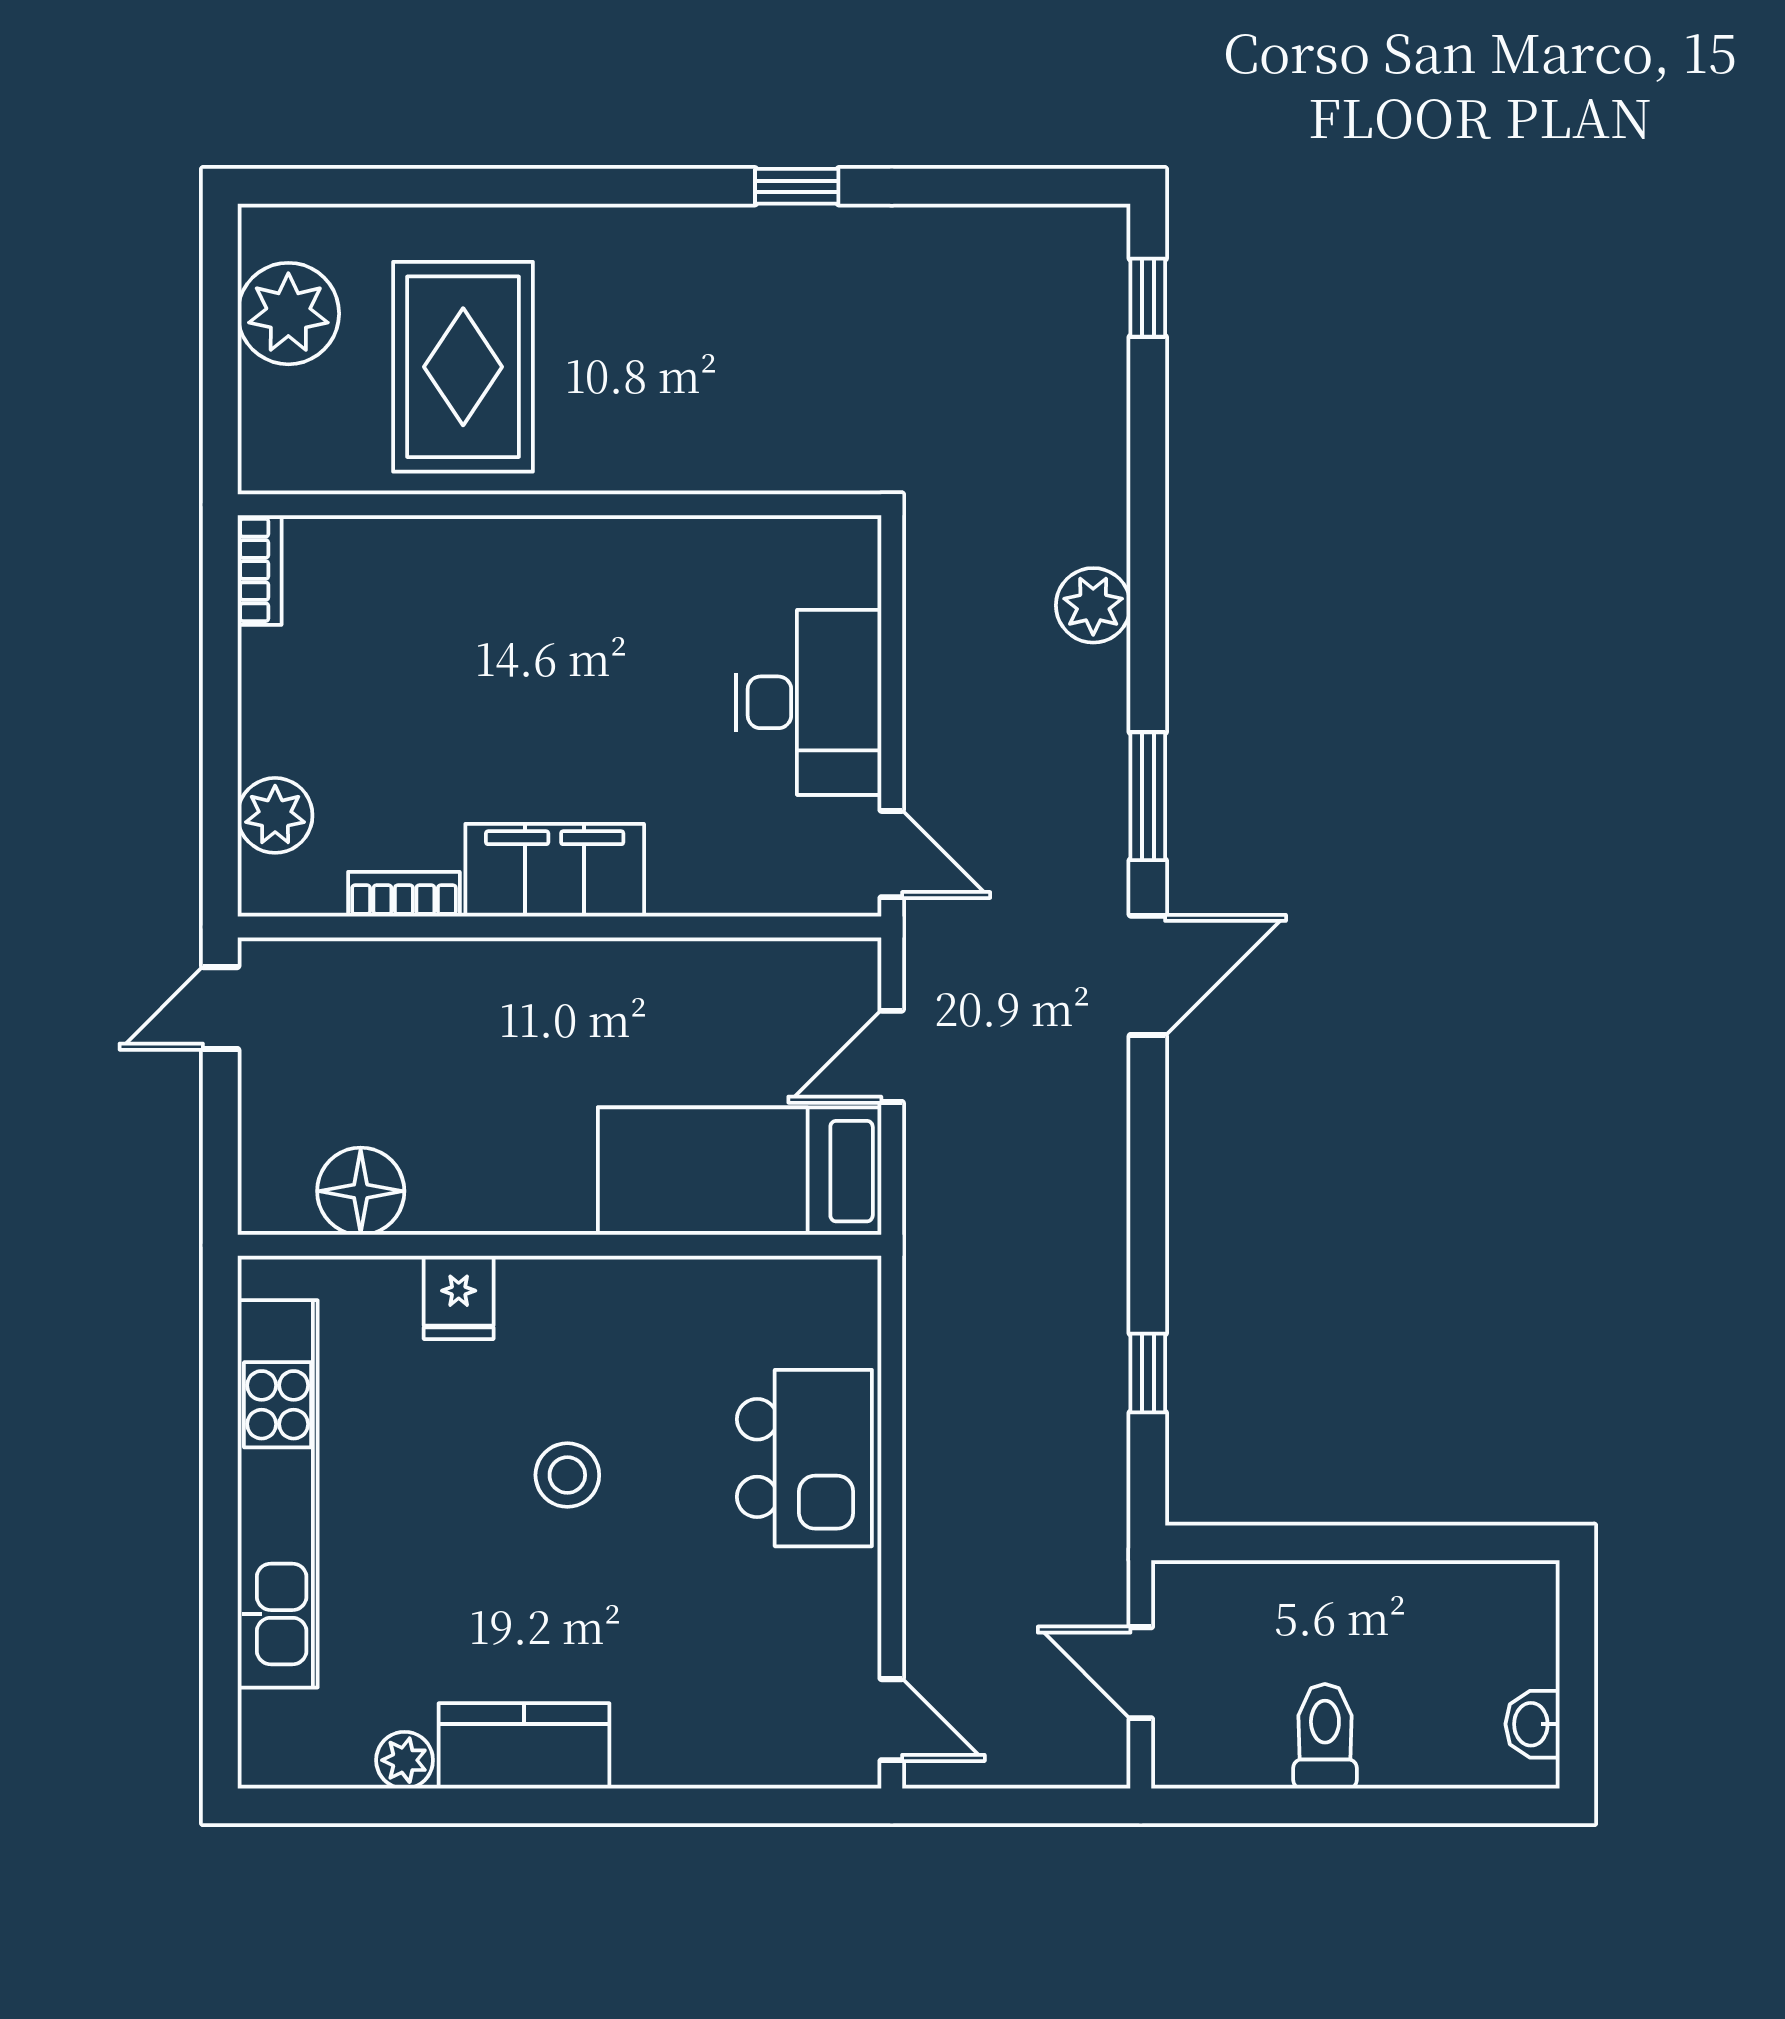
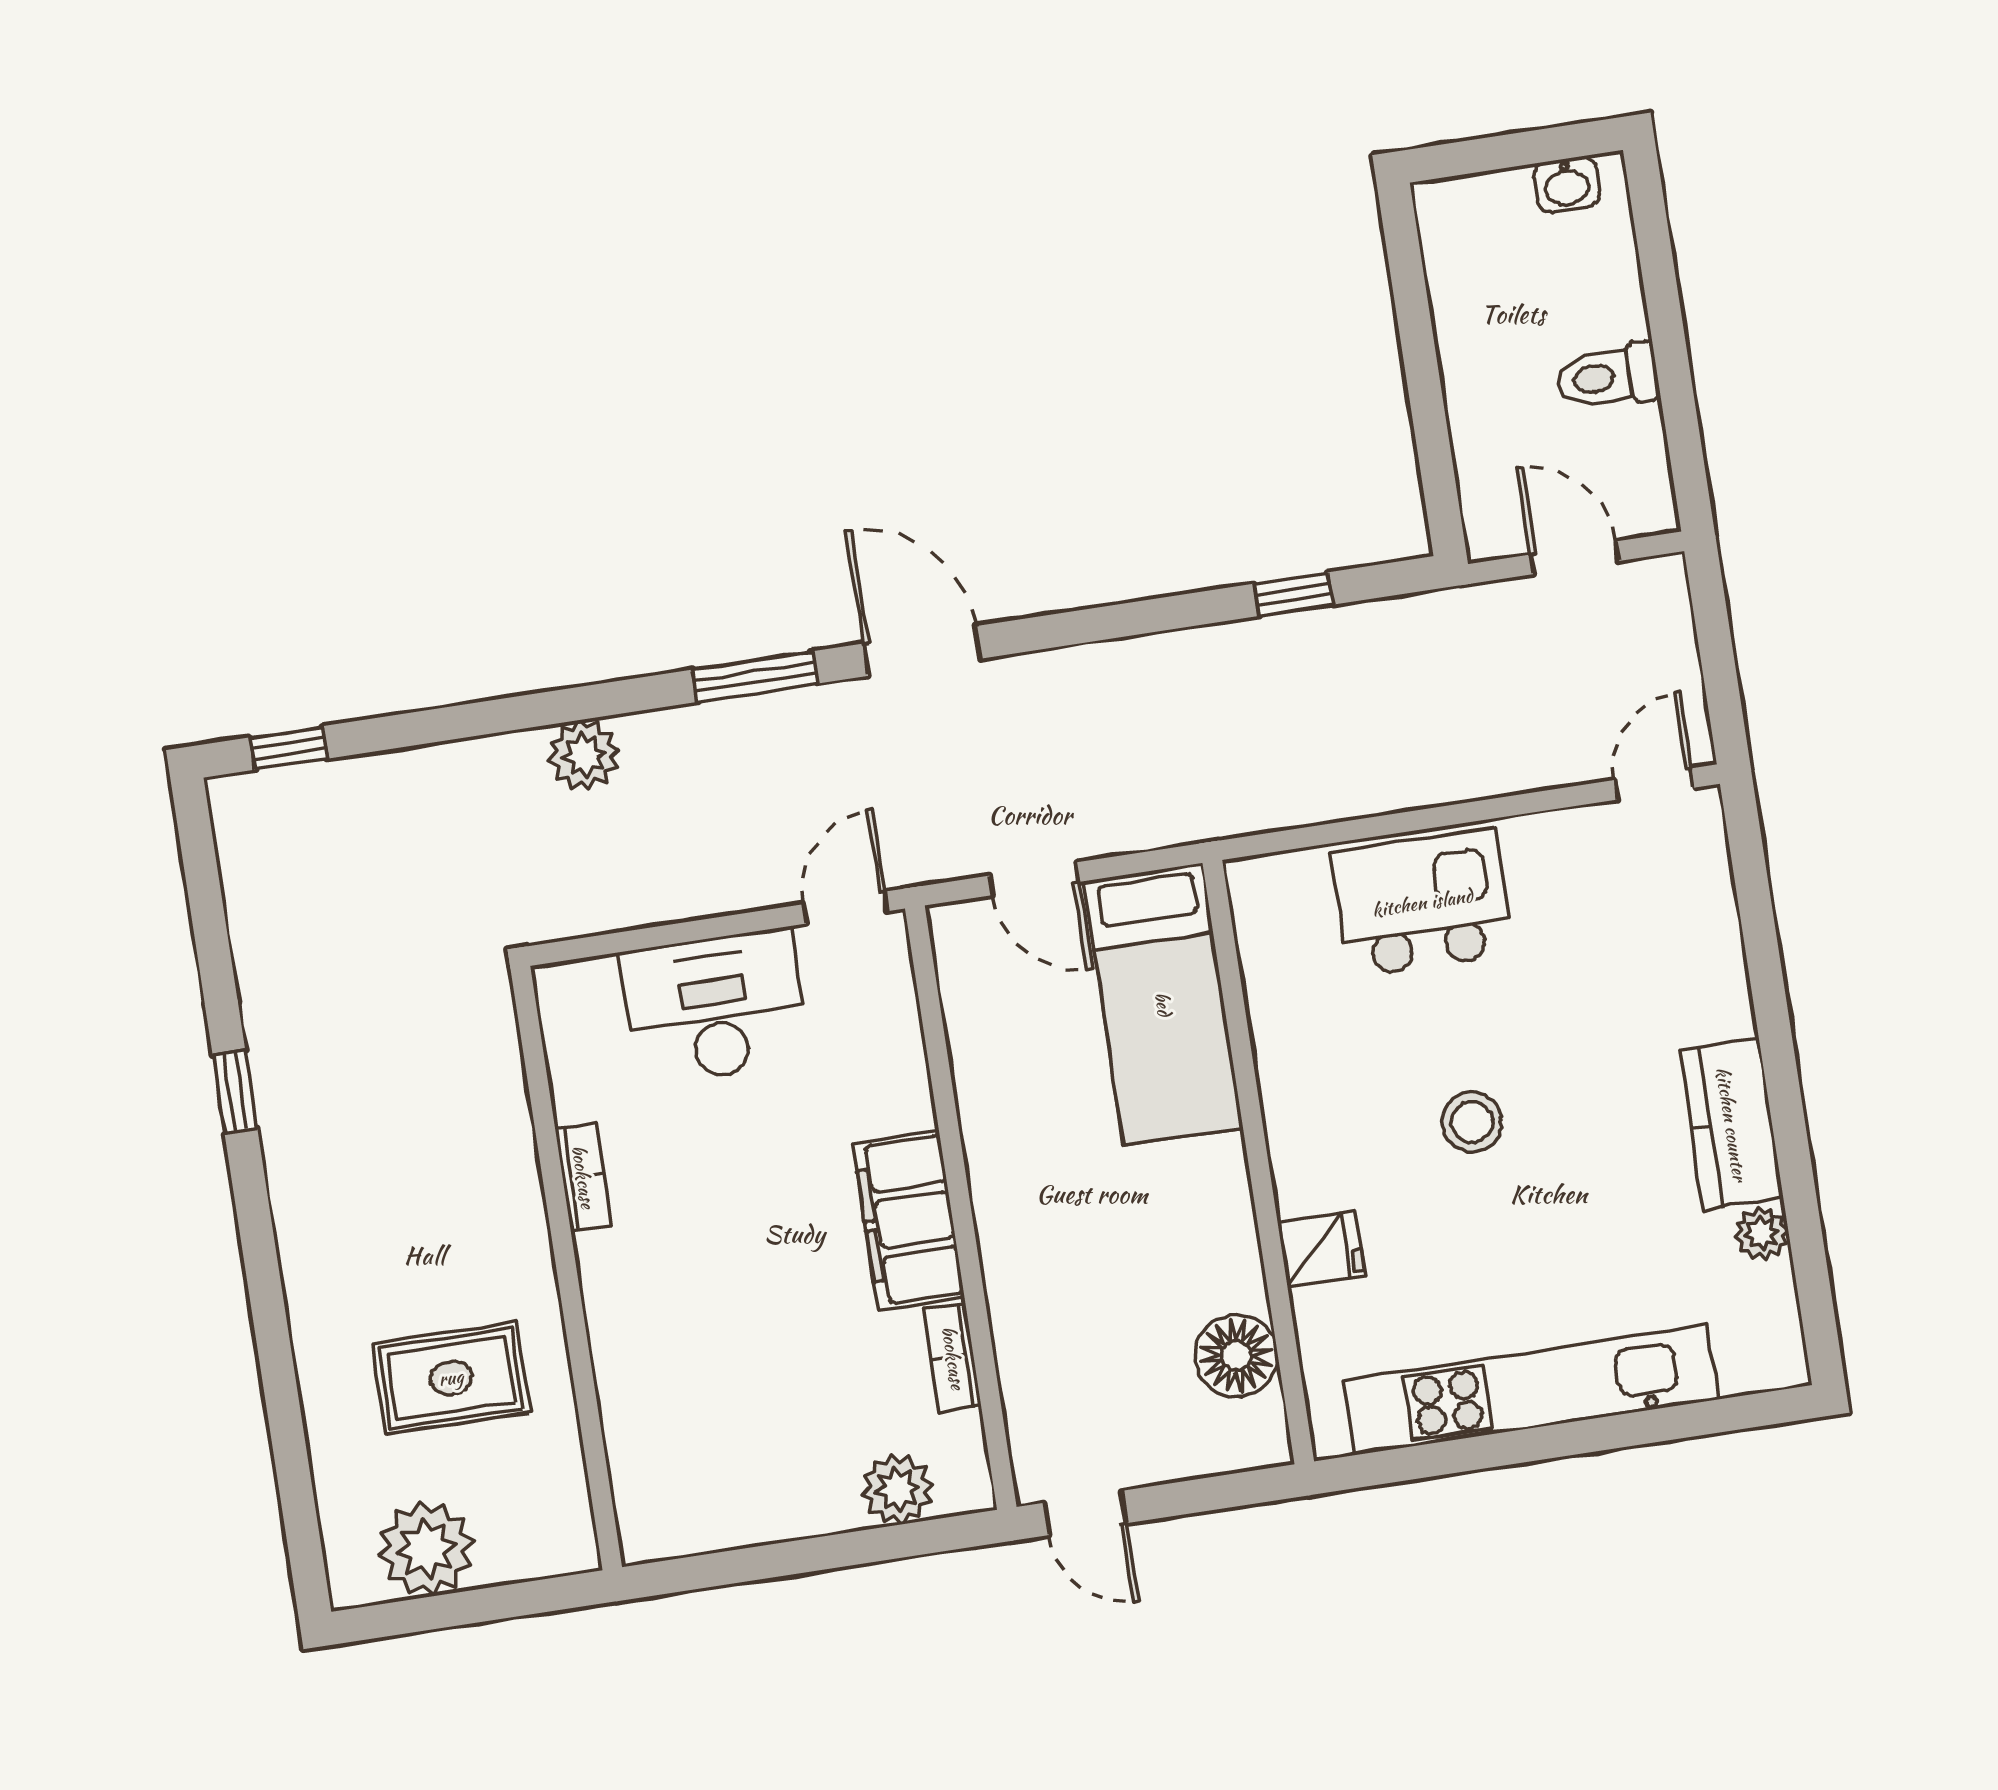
rug: (463, 367) -> (451, 1378), width x0.73, depth x0.70
bookcase: (260, 570) -> (583, 1177), moved, turned 90
door: (1141, 1673) -> (1575, 558), swing flipped

